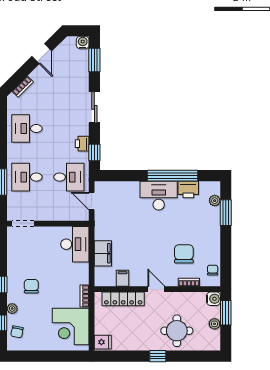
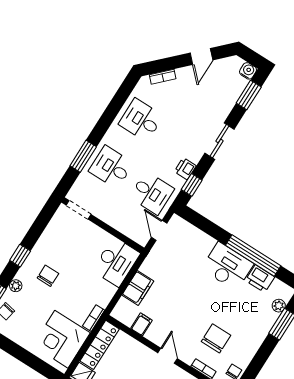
locker: (123, 299) -> (100, 345), moved, turned -90

